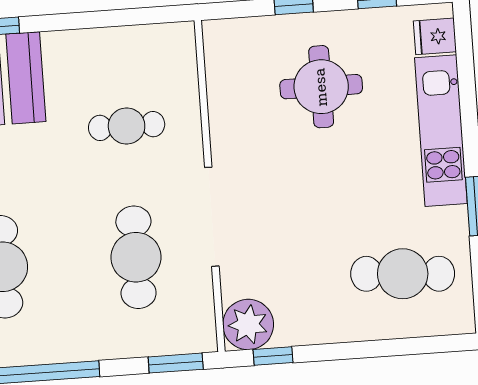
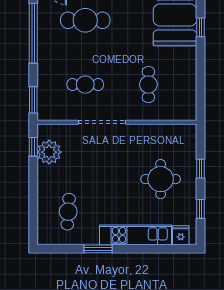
cafe table: (136, 257) -> (85, 85), width x0.73, depth x0.74
cafe table: (403, 274) -> (68, 212), width x0.73, depth x0.74
plant: (248, 324) -> (49, 152), moved

